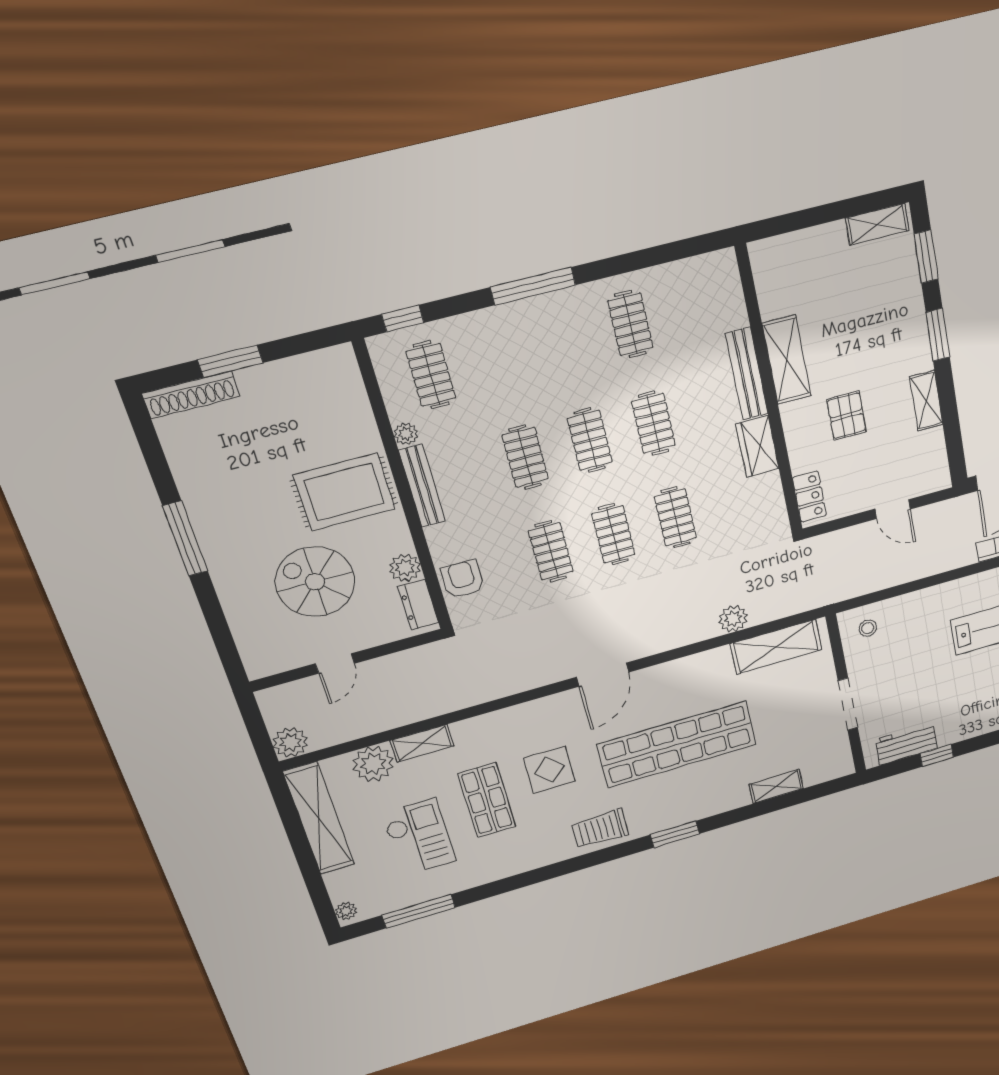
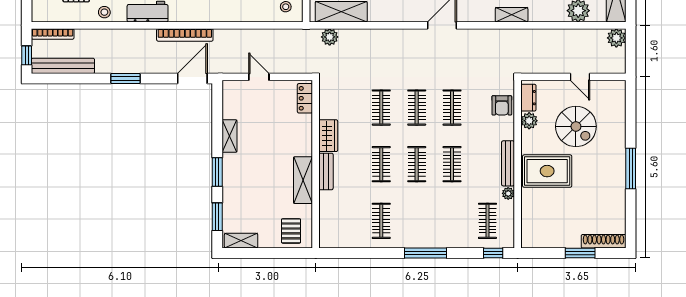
bench: (747, 374) -> (326, 171), width x0.73
pallet: (846, 416) -> (291, 231), moved
plant: (733, 619) -> (330, 37), moved
door: (335, 664) -> (580, 77), swing flipped
shelving: (422, 743) -> (512, 15), moved

